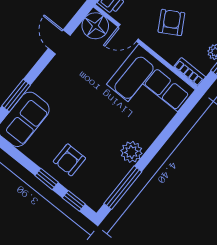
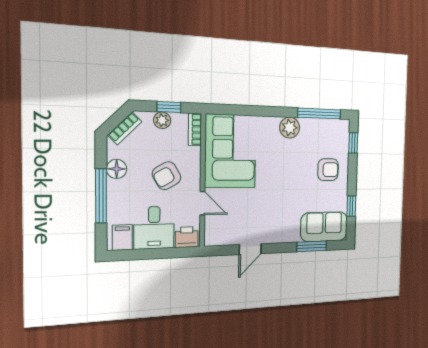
floor lamp: (95, 26) -> (217, 233), removed
window: (47, 179) -> (351, 206), moved

